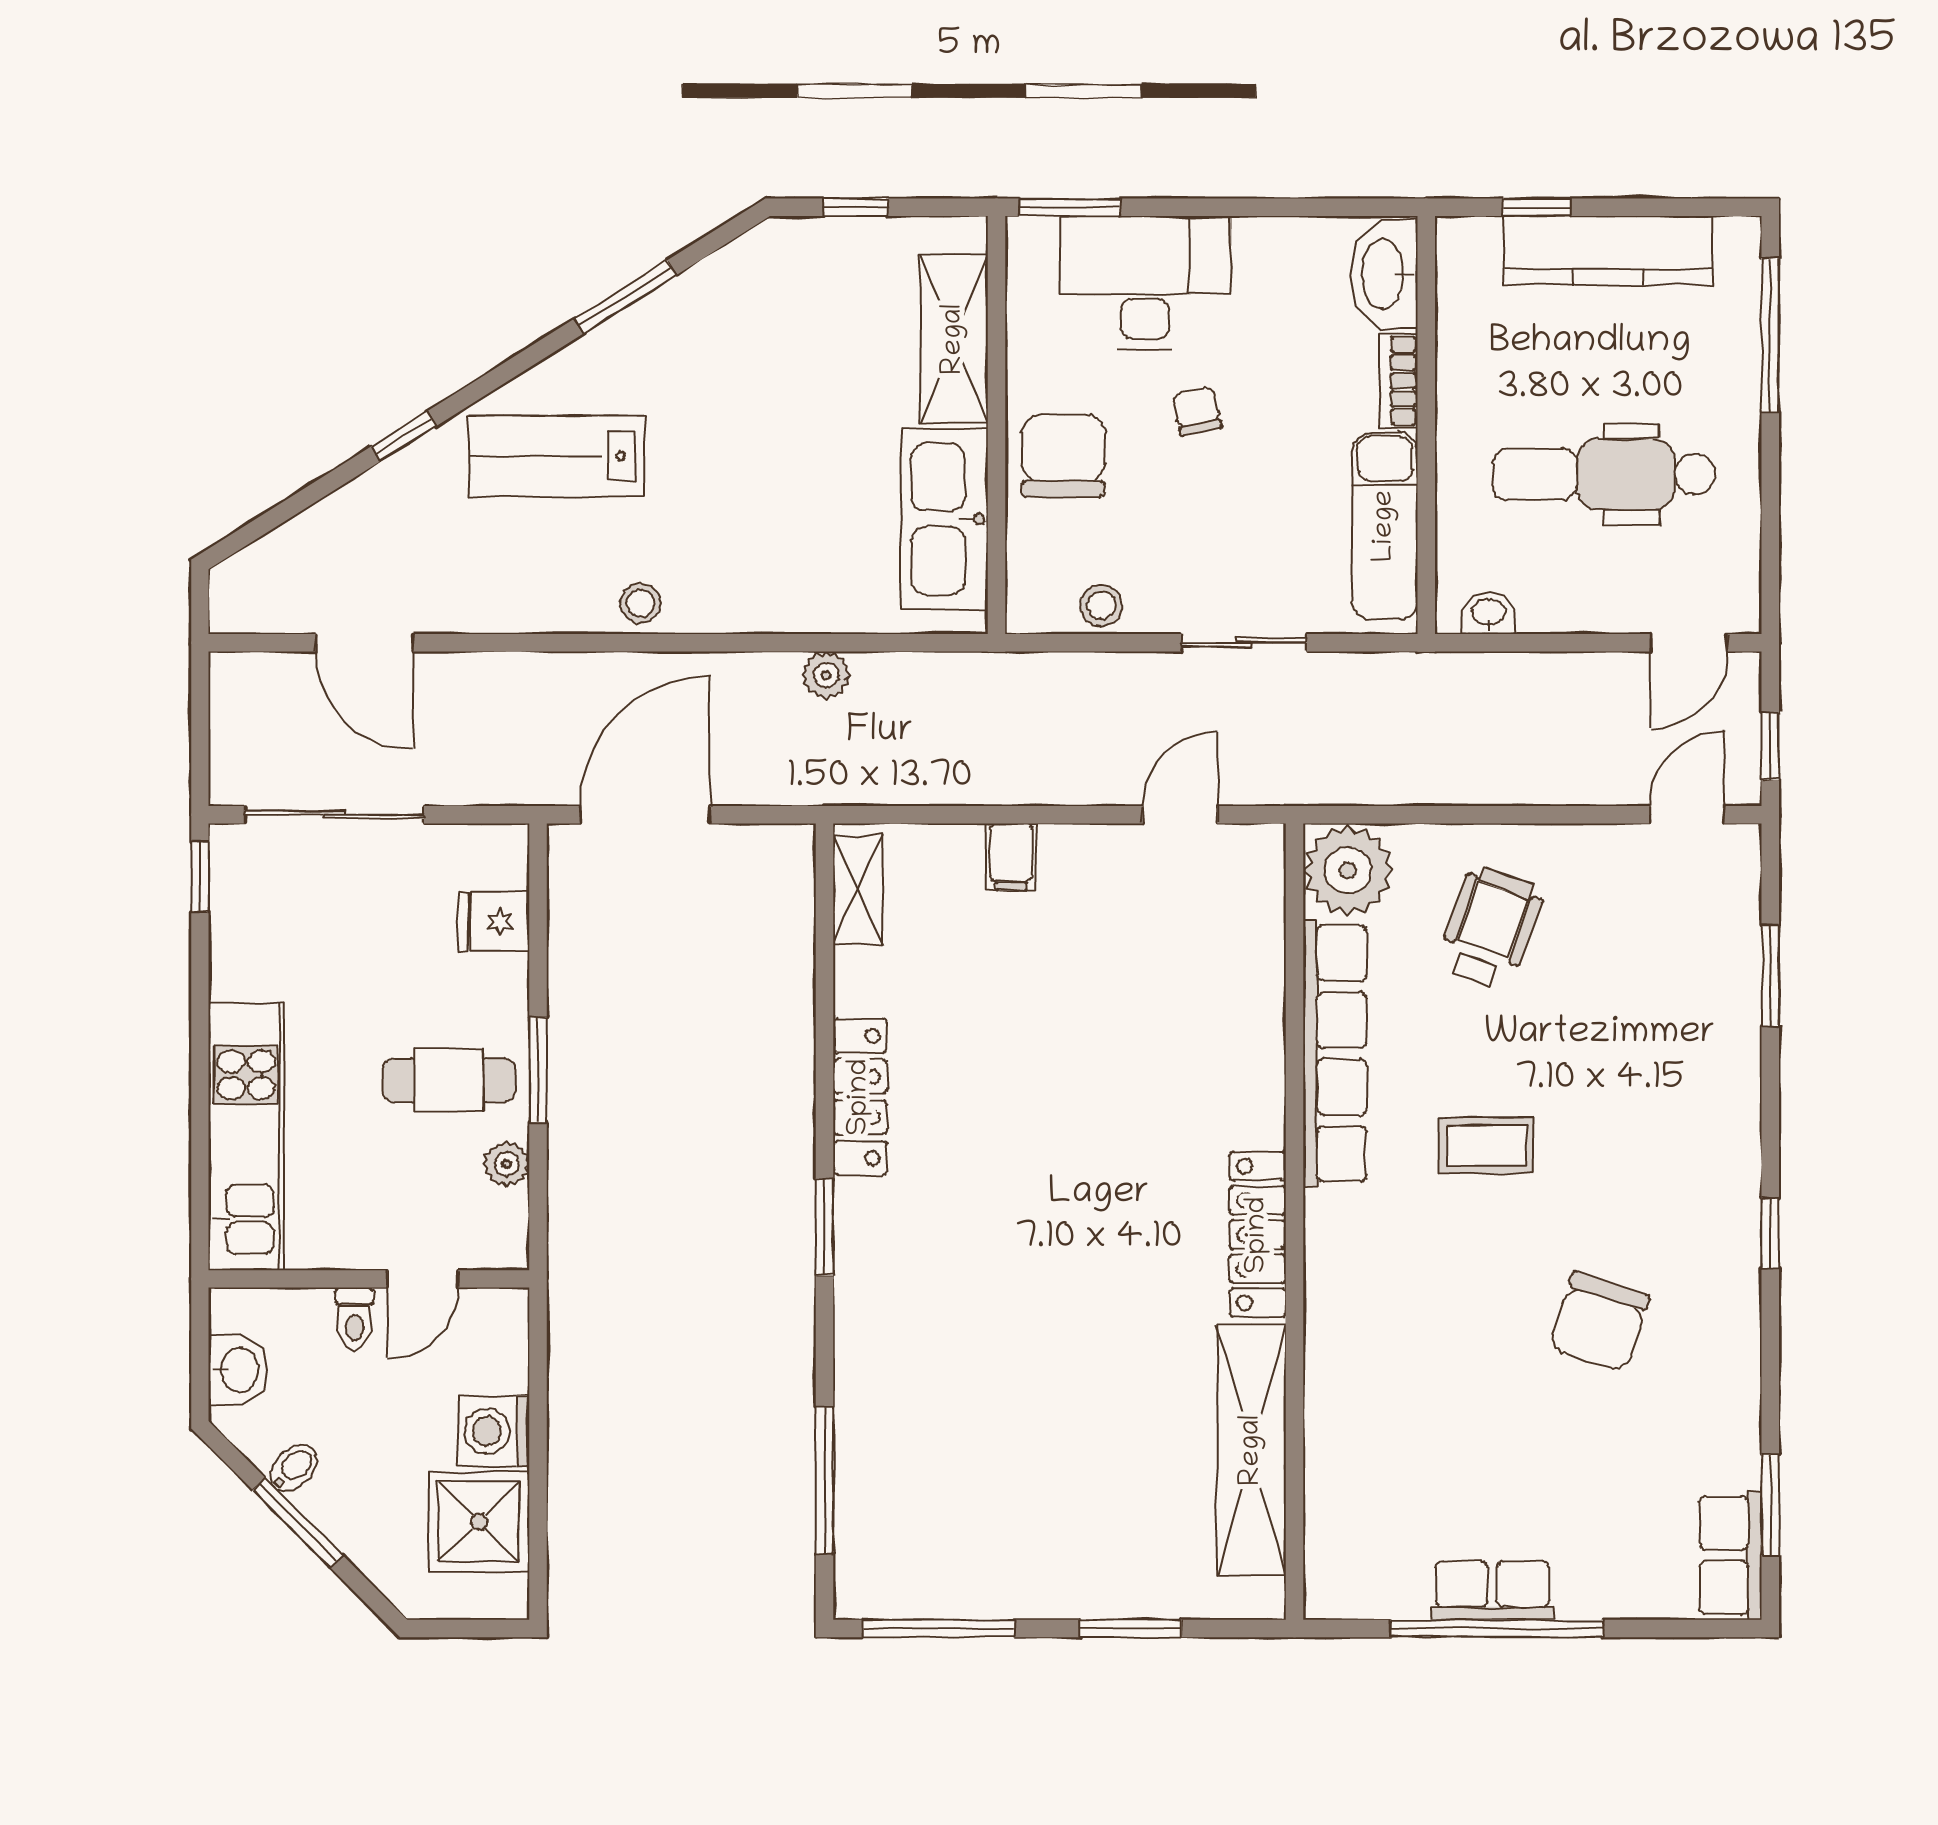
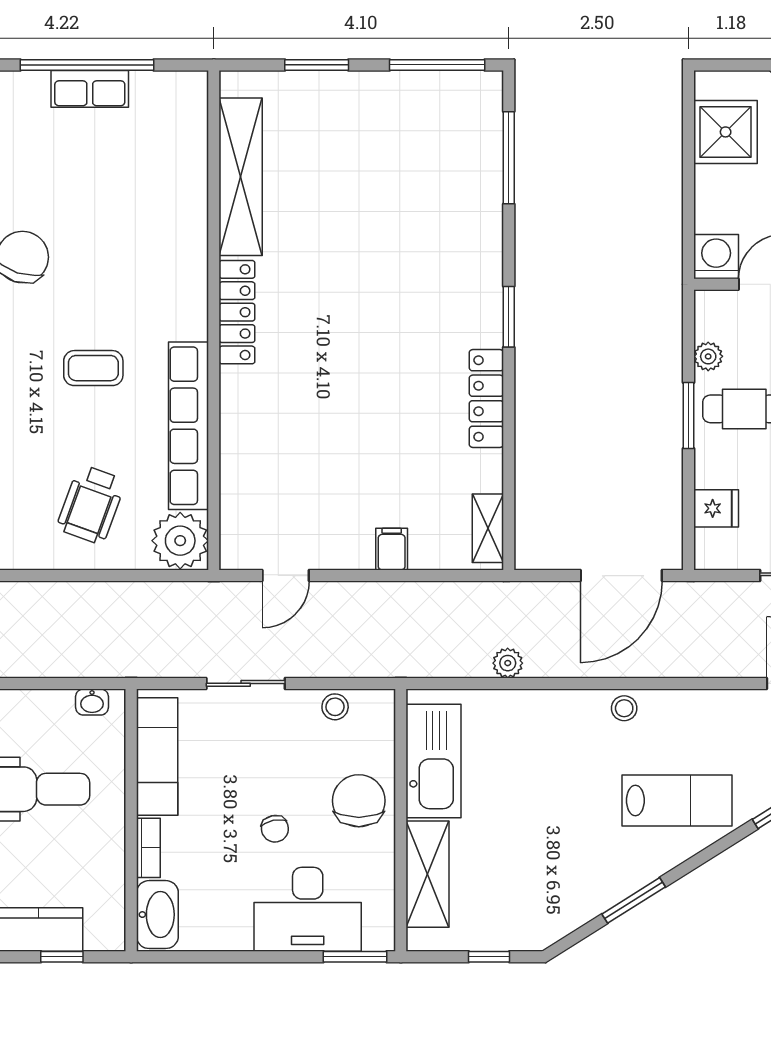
chair: (1063, 456) -> (359, 801), turned 180
washing machine: (494, 1431) -> (716, 257), moved, turned -90

